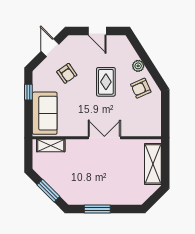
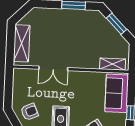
double door: (104, 138) -> (53, 68), moved

